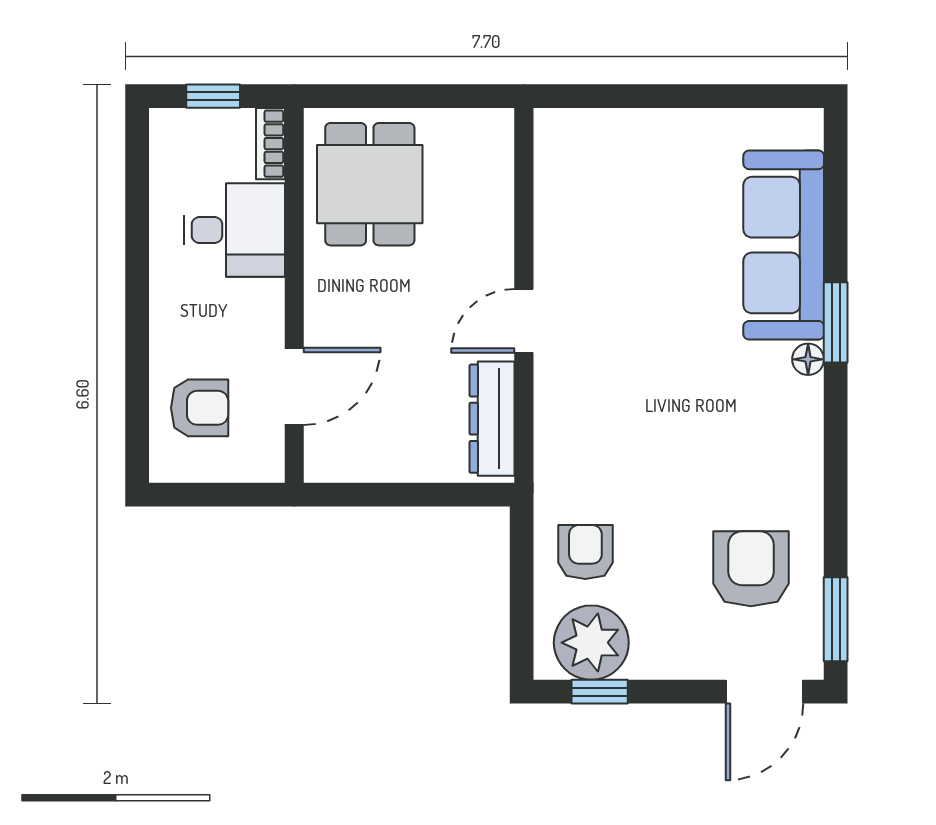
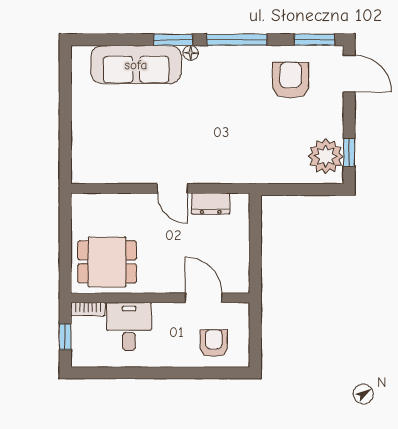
dresser: (492, 419) -> (211, 204), width x0.70
window: (836, 456) -> (237, 40), added
armchair: (585, 552) -> (283, 159), removed
armchair: (751, 569) -> (291, 80), turned 90

